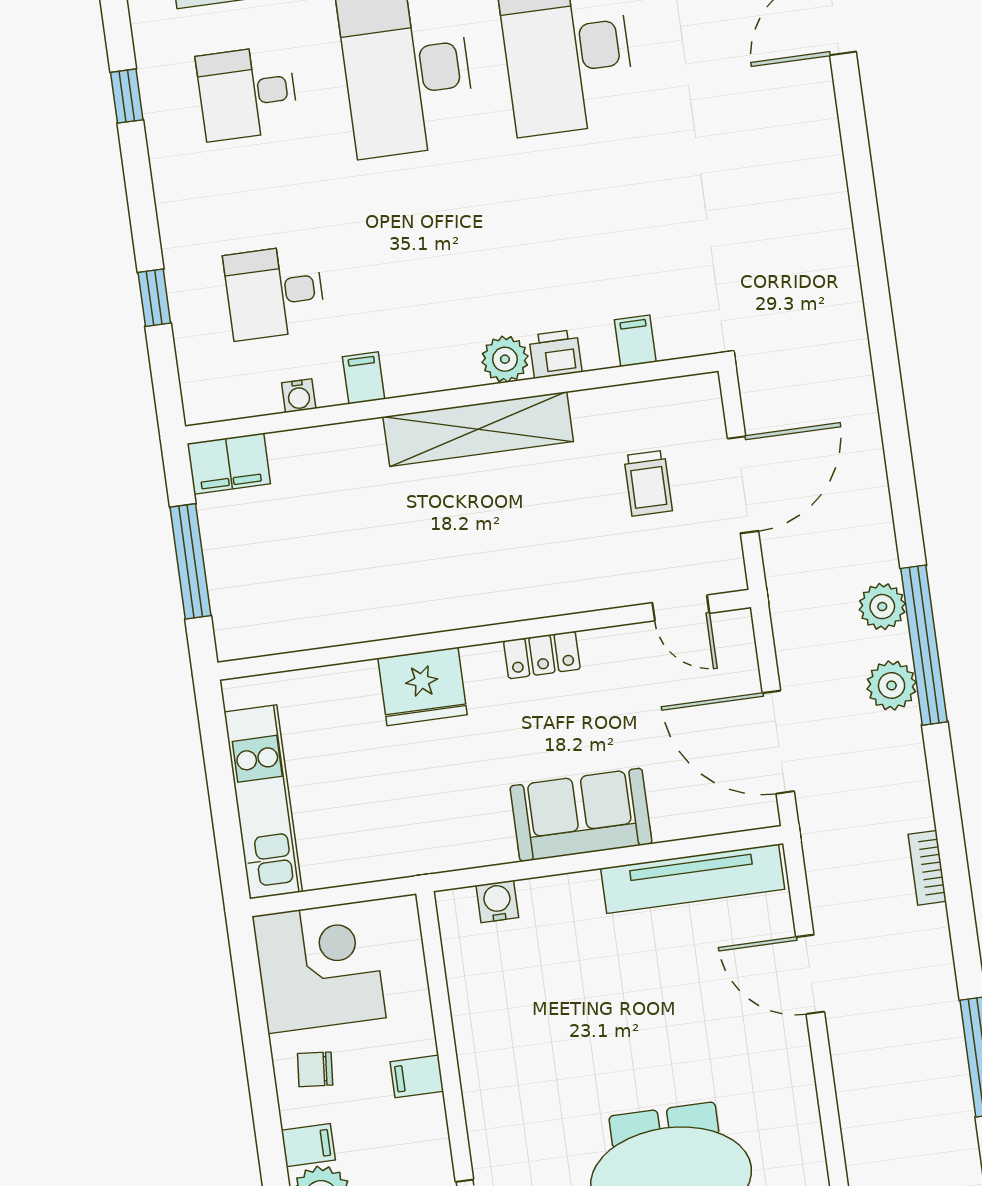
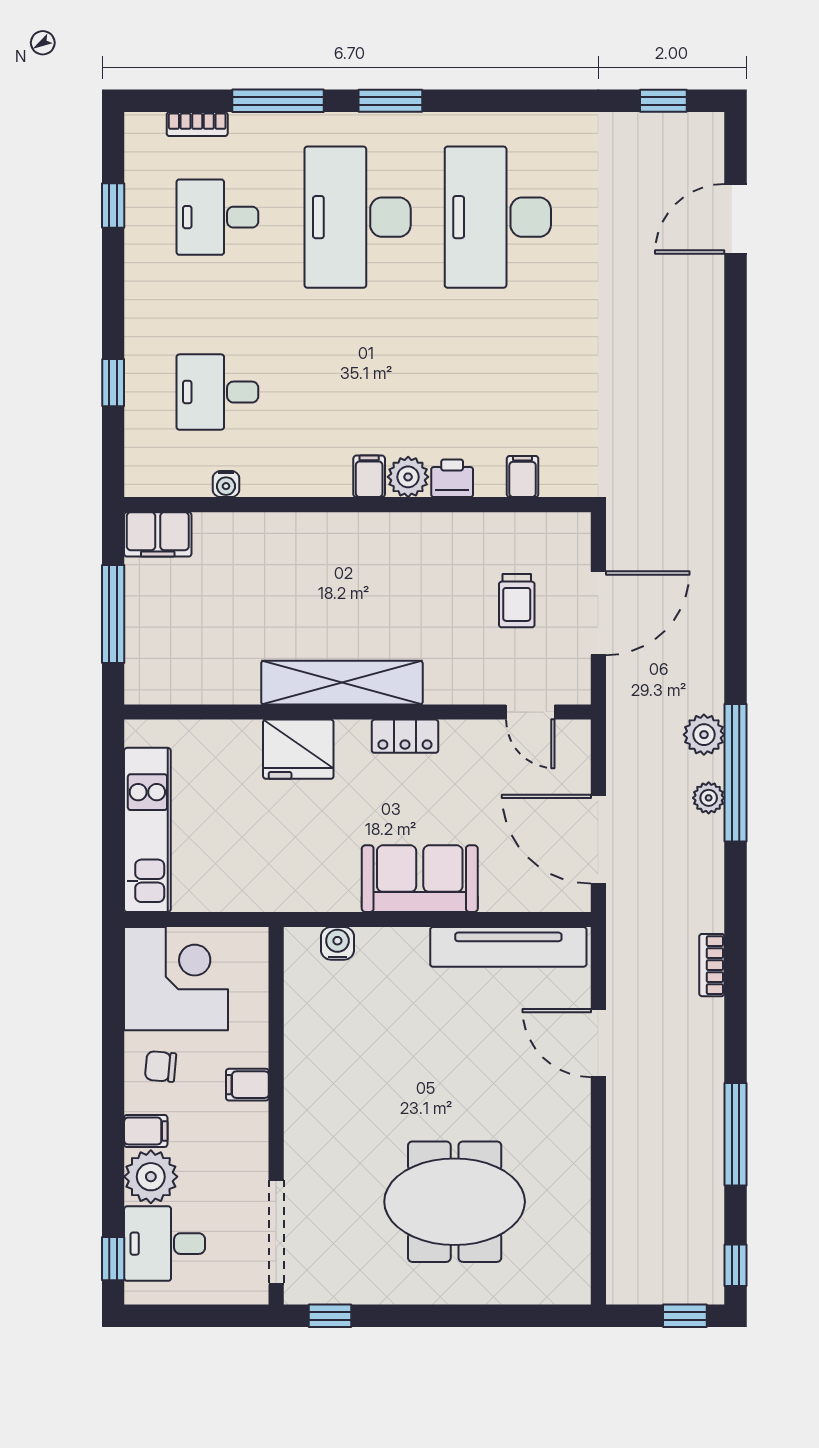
filing cabinet: (364, 378) -> (369, 476), moved
shelving: (478, 429) -> (342, 683), moved
plant: (892, 685) -> (709, 798), width x0.73, depth x0.73

